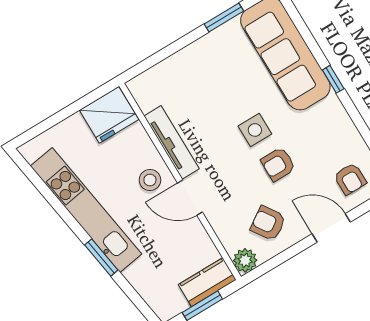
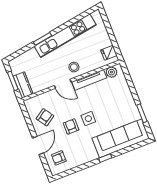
fridge: (109, 115) -> (109, 53), width x0.53, depth x0.75
door: (190, 198) -> (63, 84), swing flipped
plant: (245, 260) -> (111, 72), moved

